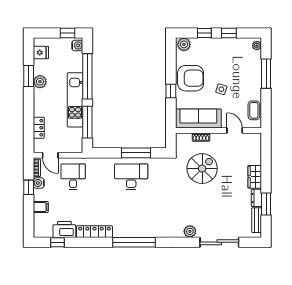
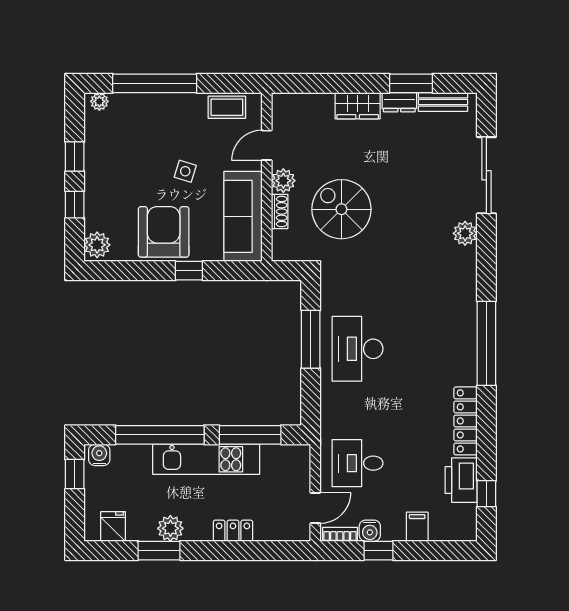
window: (266, 74) -> (155, 83), width x1.46
locker: (39, 128) -> (233, 531), moved
plant: (217, 139) -> (283, 181), added

